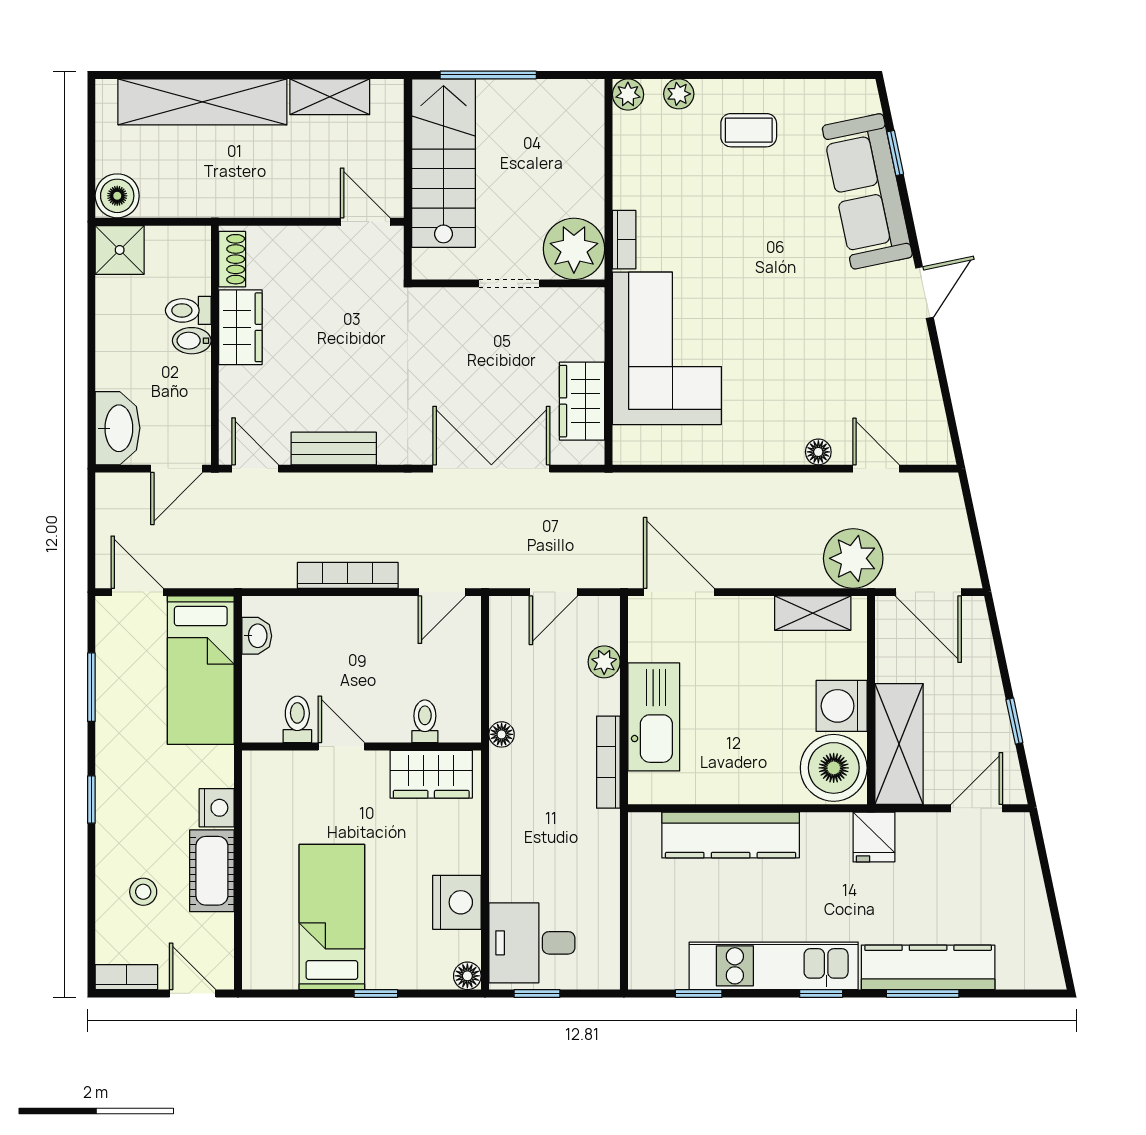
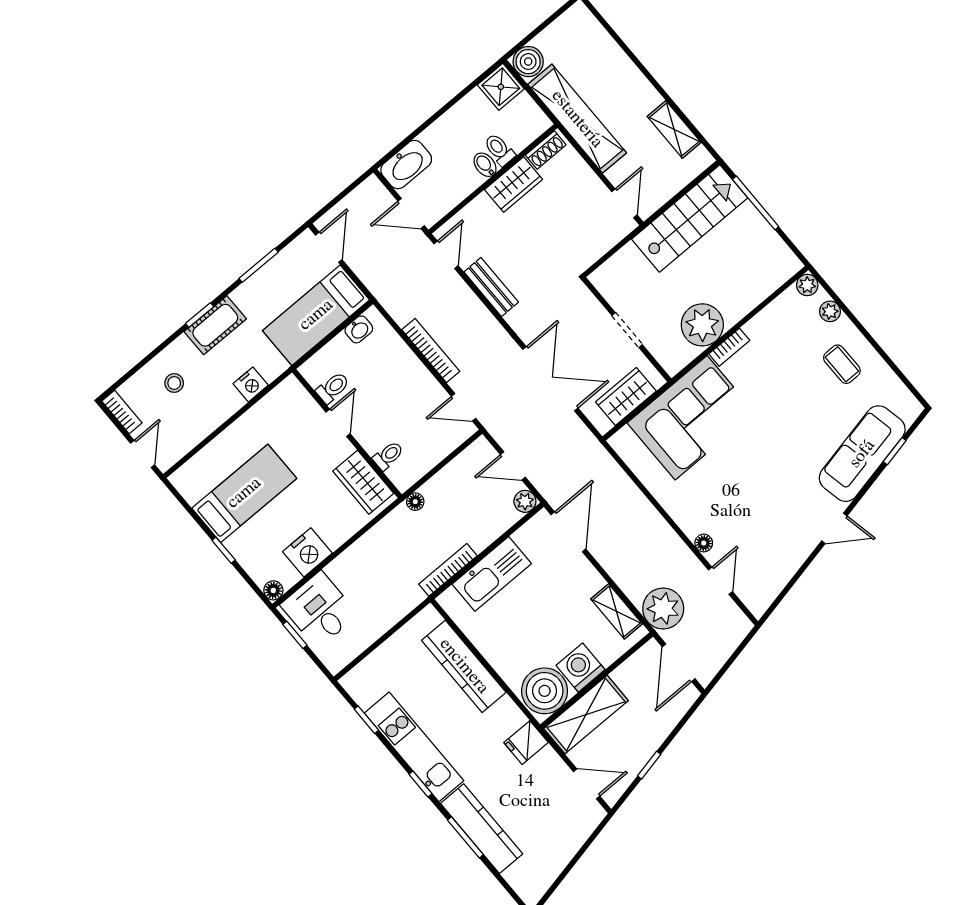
shelving: (202, 102) -> (577, 119), moved
wall: (508, 283) -> (627, 330), moved
doorway: (509, 283) -> (627, 330), moved
plant: (604, 662) -> (525, 501), moved
cot: (212, 871) -> (215, 325), moved

